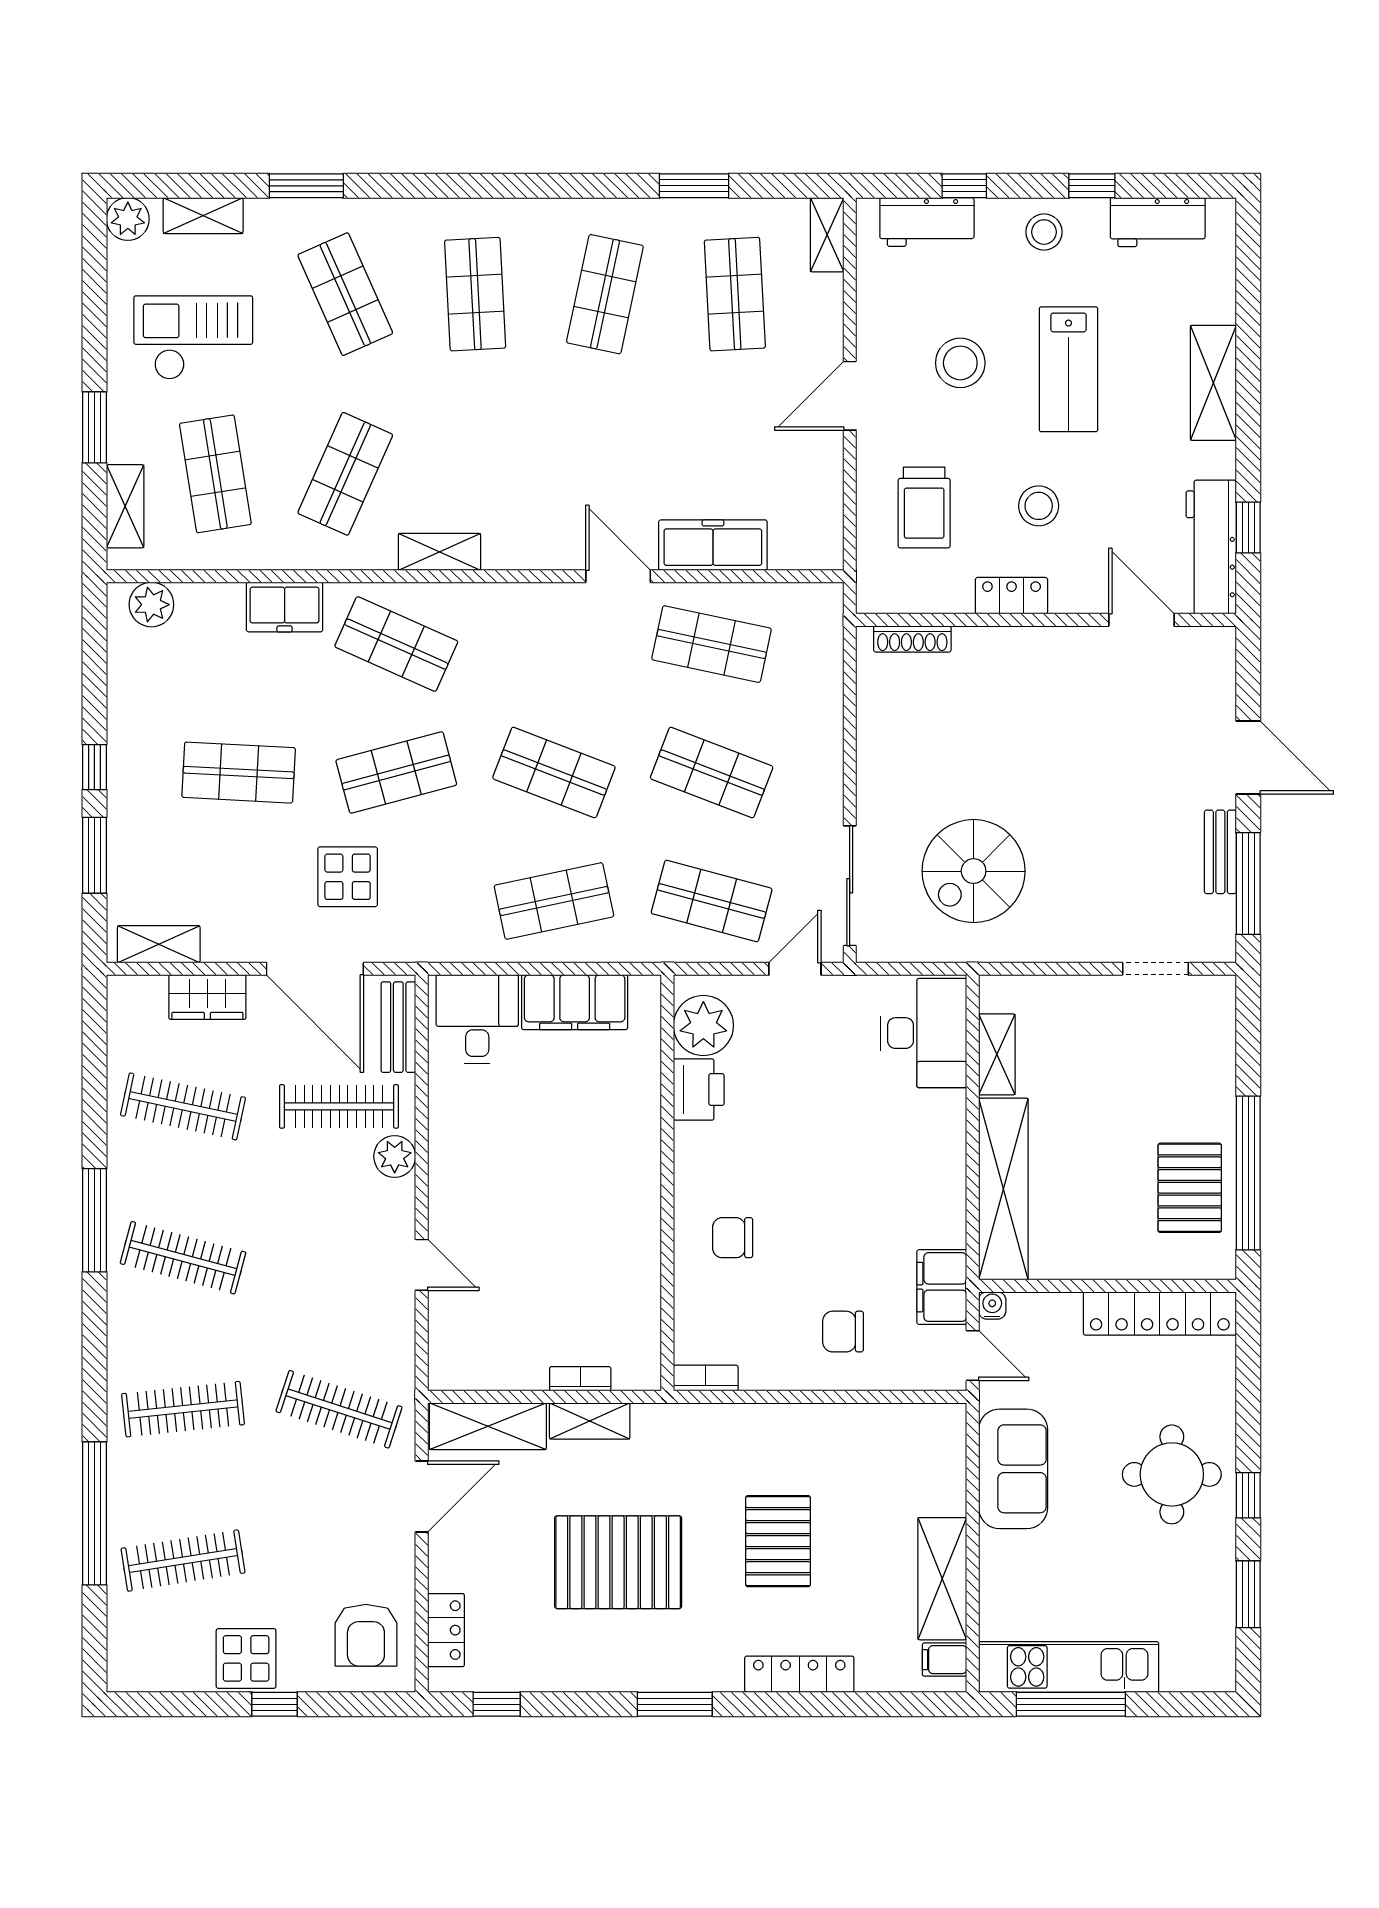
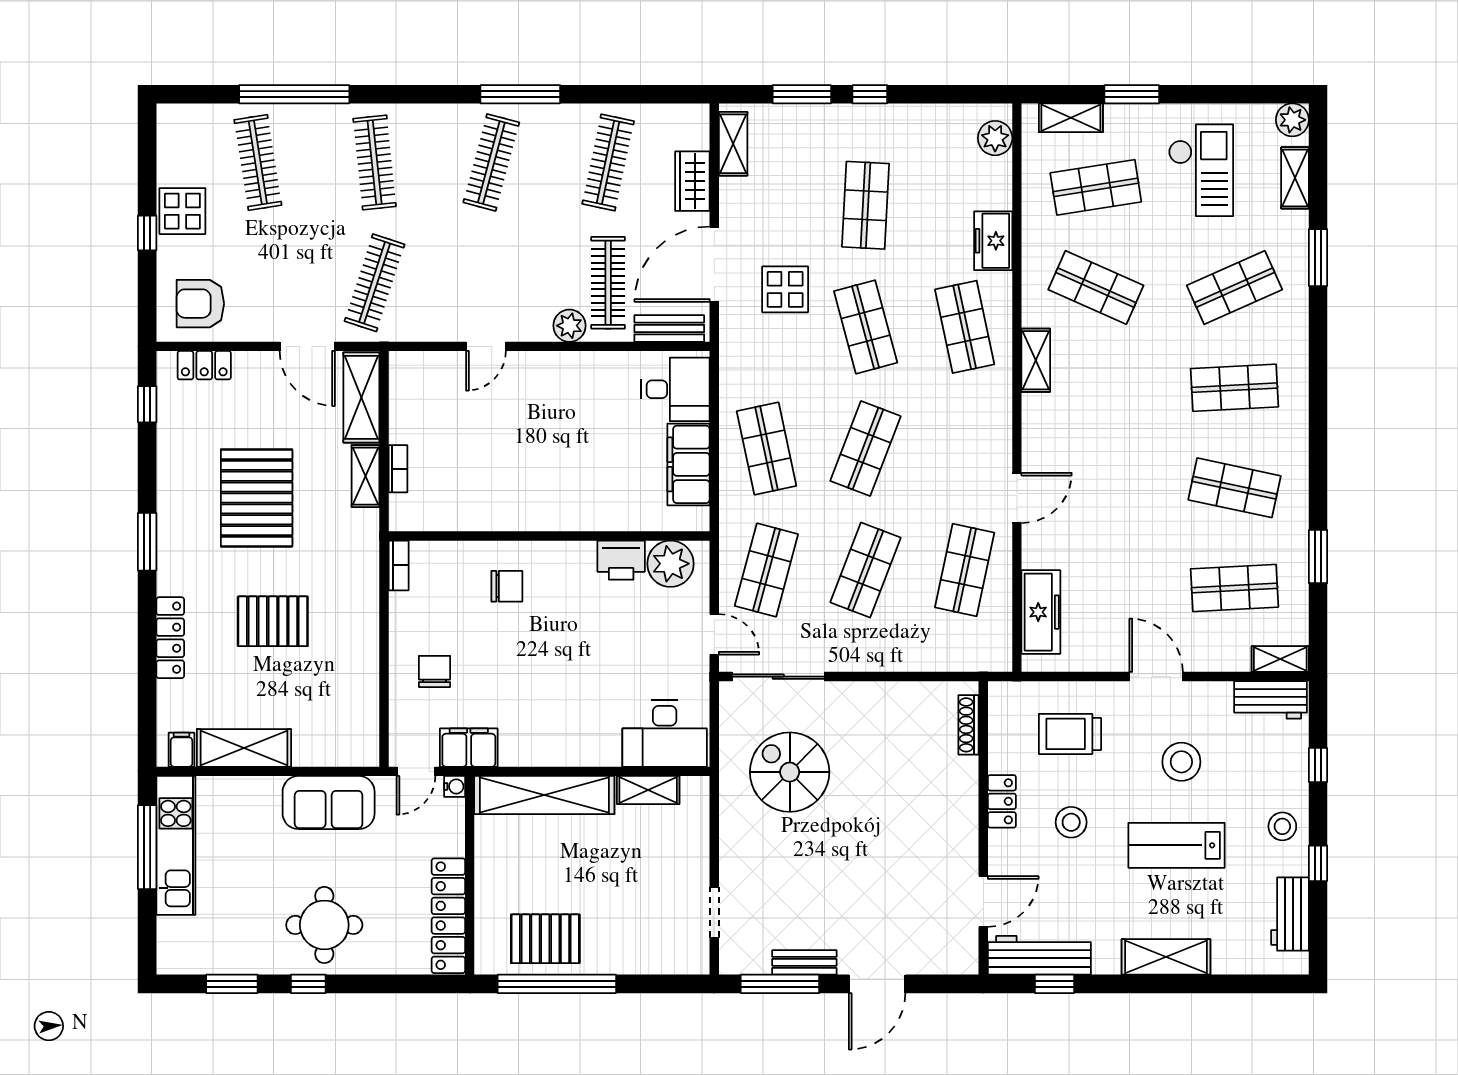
workbench: (927, 222) -> (1271, 700), moved, turned -90
freezer: (713, 545) -> (1041, 612), moved
shop shelf: (396, 644) -> (965, 327), turned -36
chair: (733, 1238) -> (507, 586), turned 90

